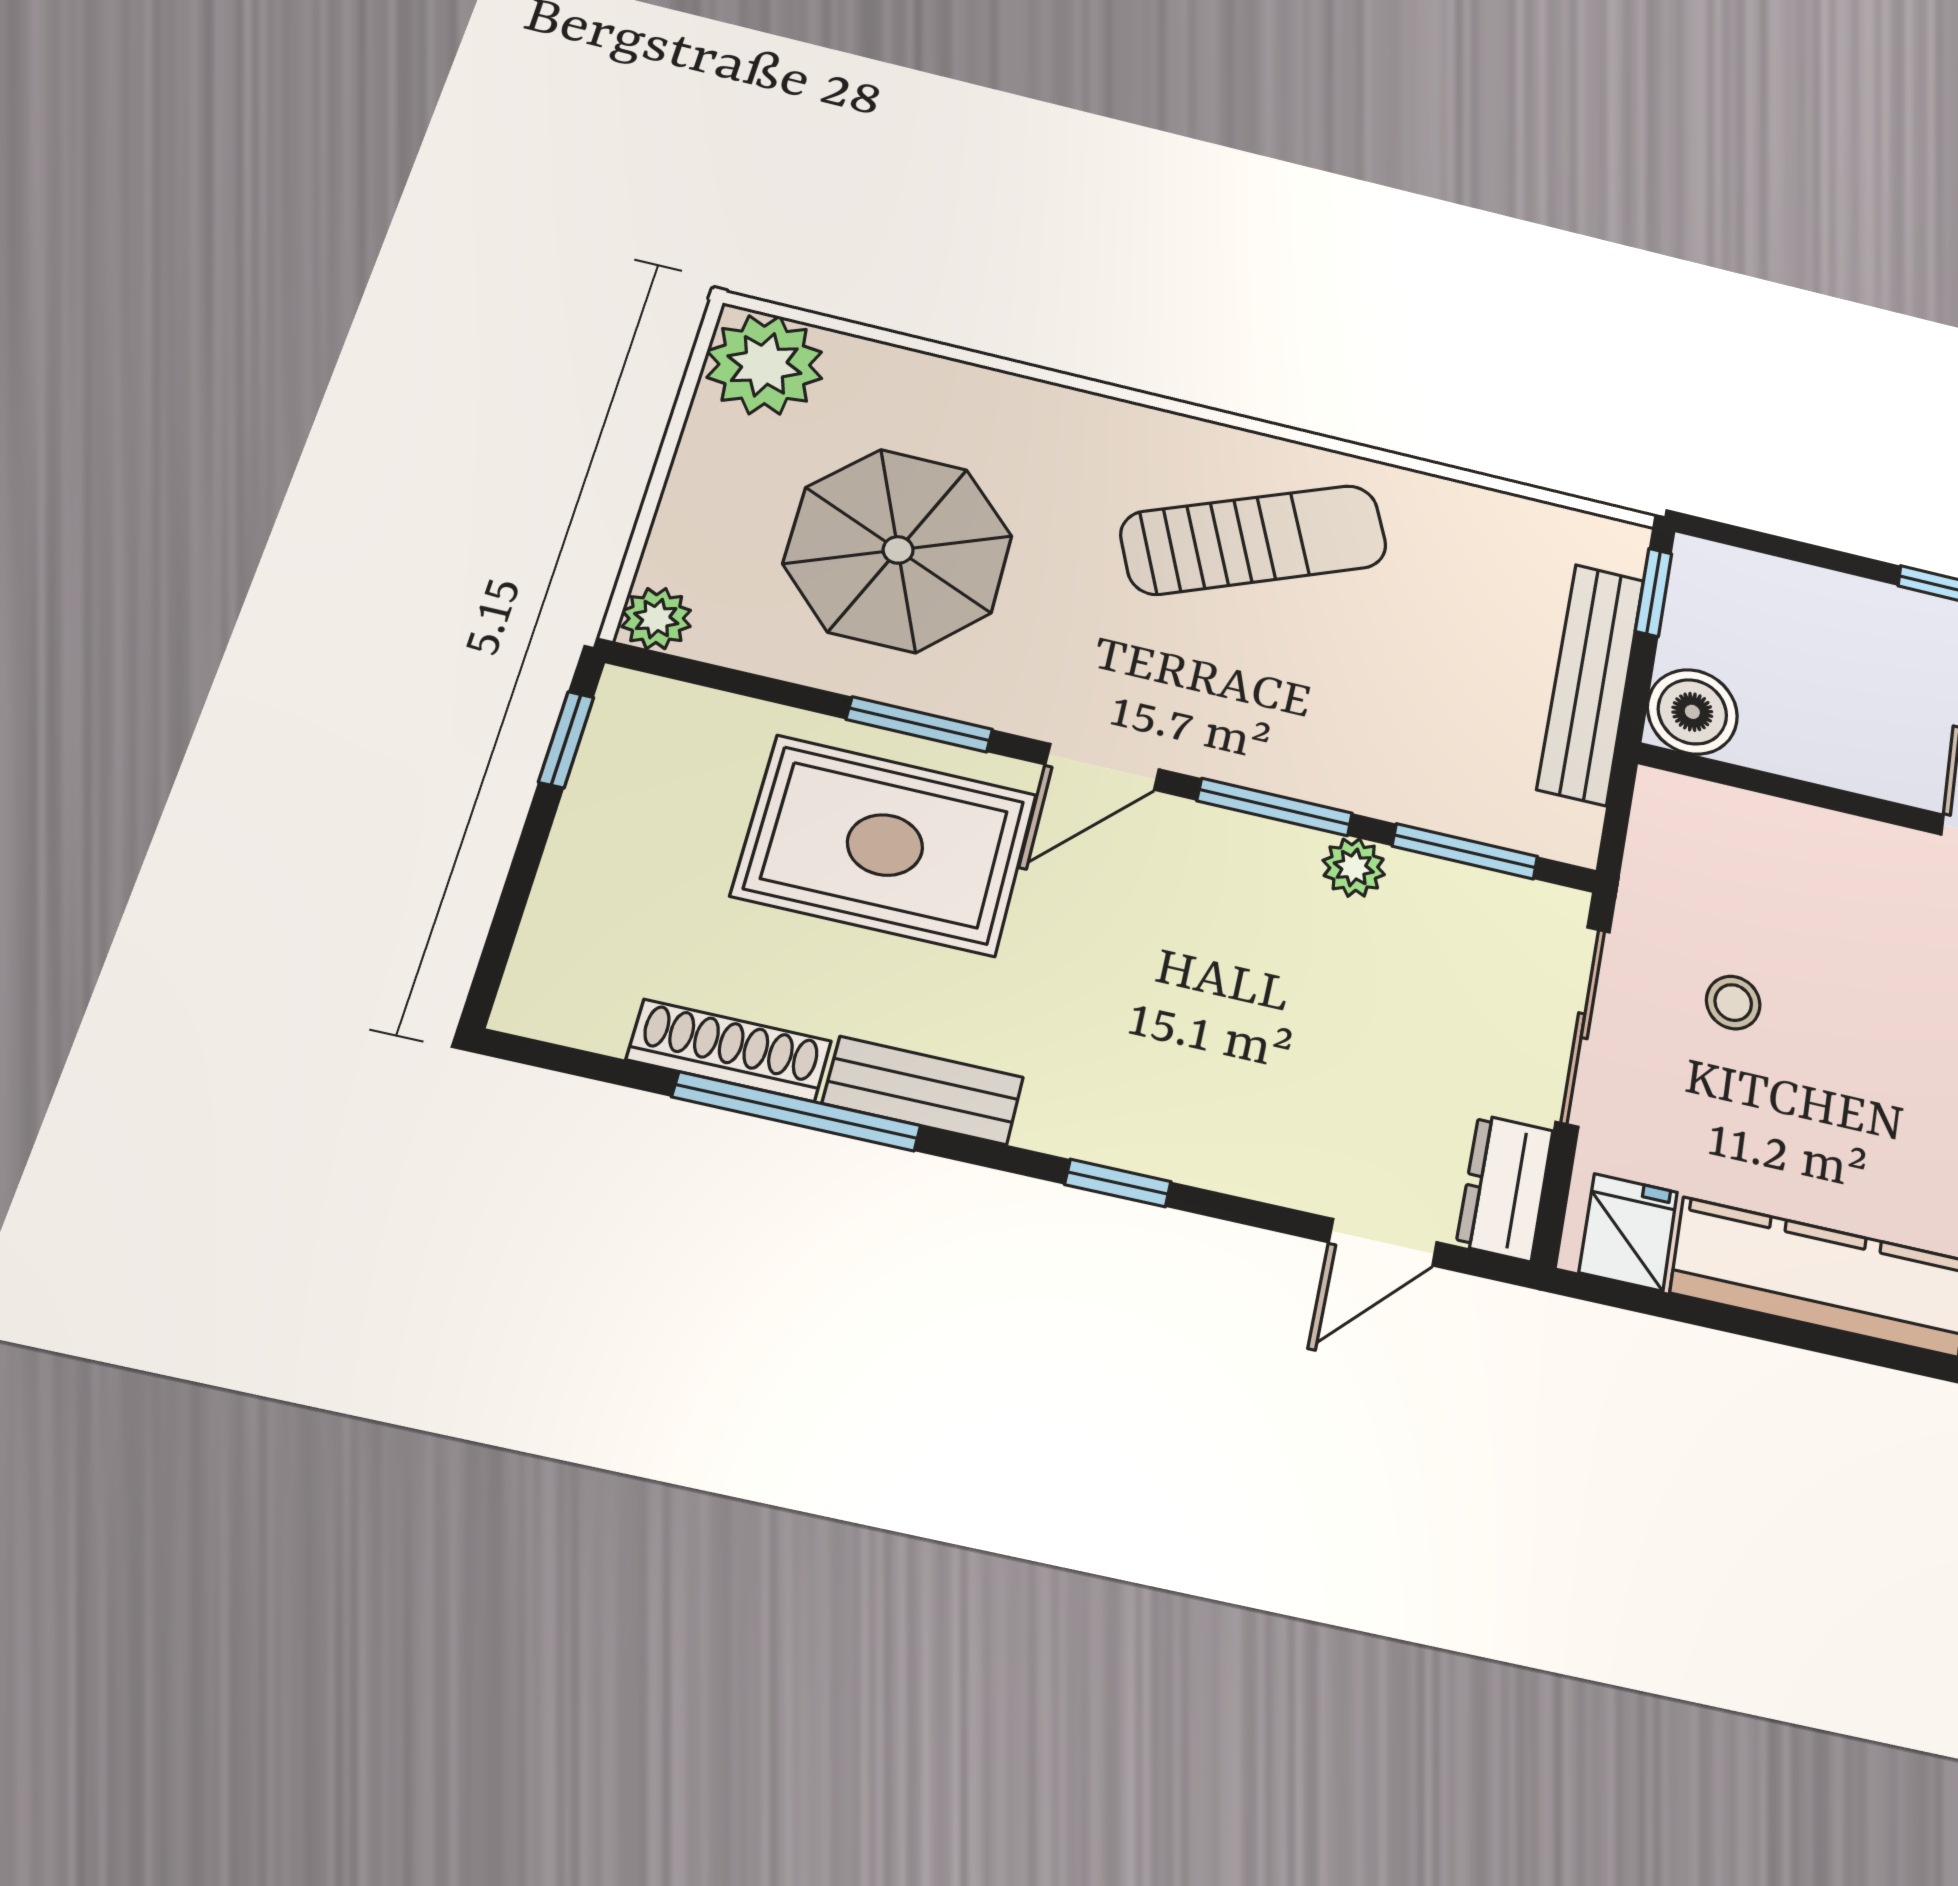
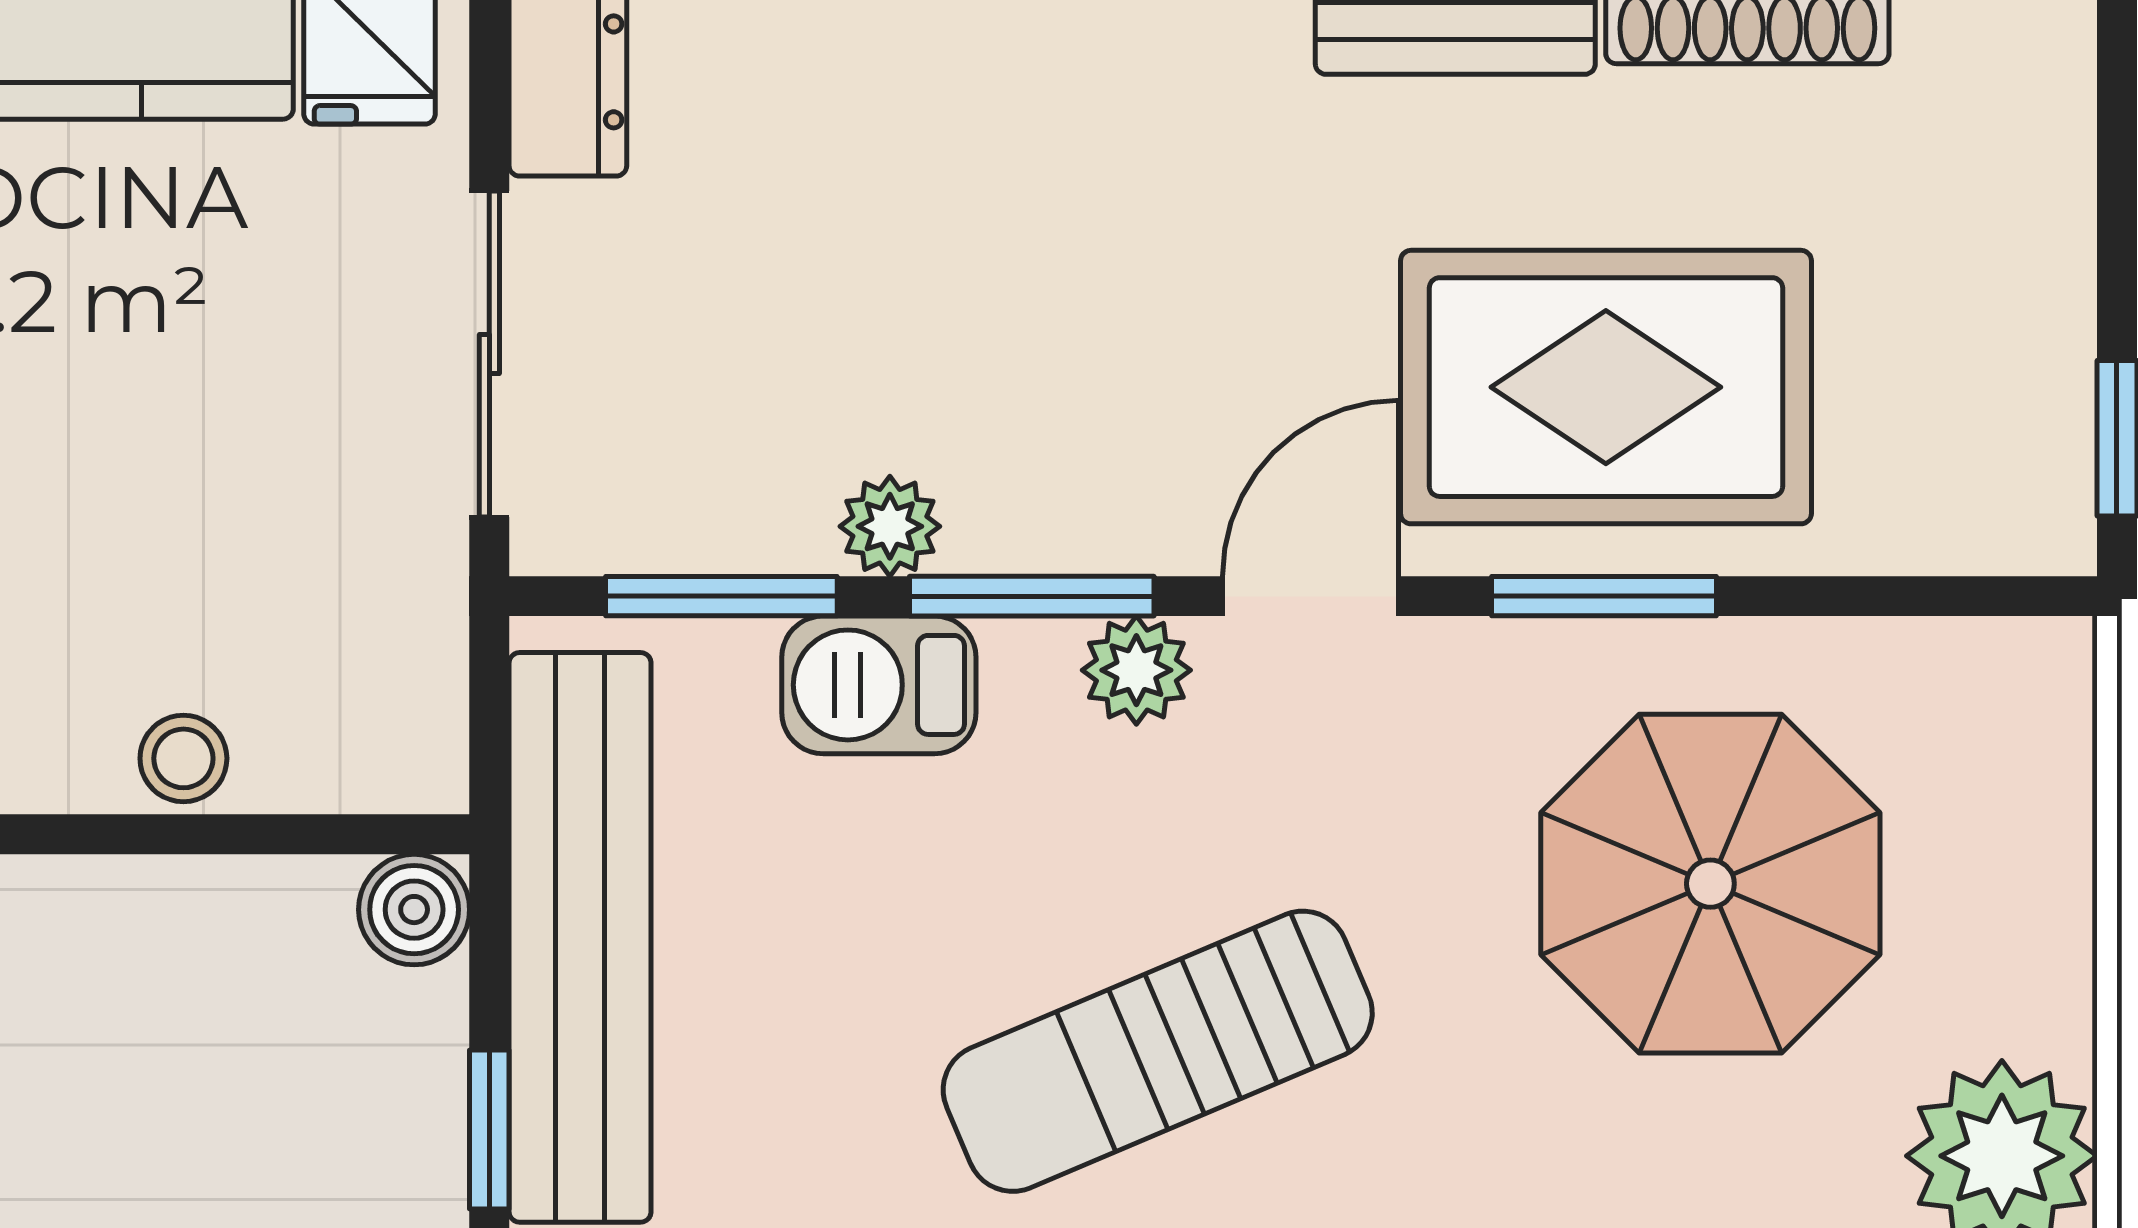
plant: (656, 618) -> (1136, 670), moved
bench: (1591, 683) -> (580, 937), width x1.37, depth x1.21
boiler: (1692, 712) -> (414, 910), width x0.73, depth x0.73
barbecue: (1379, 779) -> (879, 685), added
stool: (1733, 1003) -> (183, 758), moved

